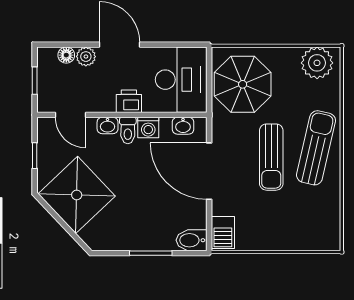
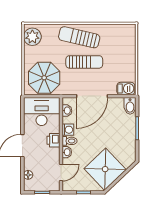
plant: (86, 57) -> (29, 164), removed

